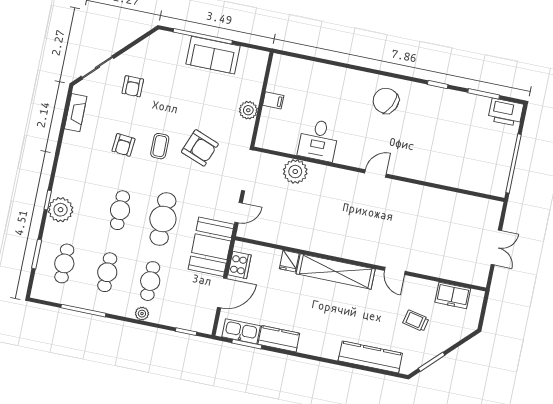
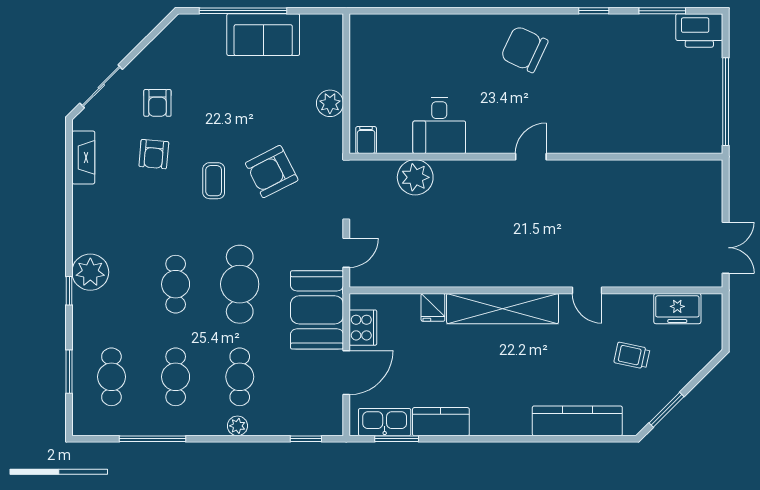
filing cabinet: (273, 100) -> (366, 140), moved, turned -90
armchair: (123, 145) -> (154, 154), moved
armchair: (200, 148) -> (272, 172), turned 132
plant: (61, 210) -> (90, 272), moved
double door: (496, 247) -> (726, 248), moved

